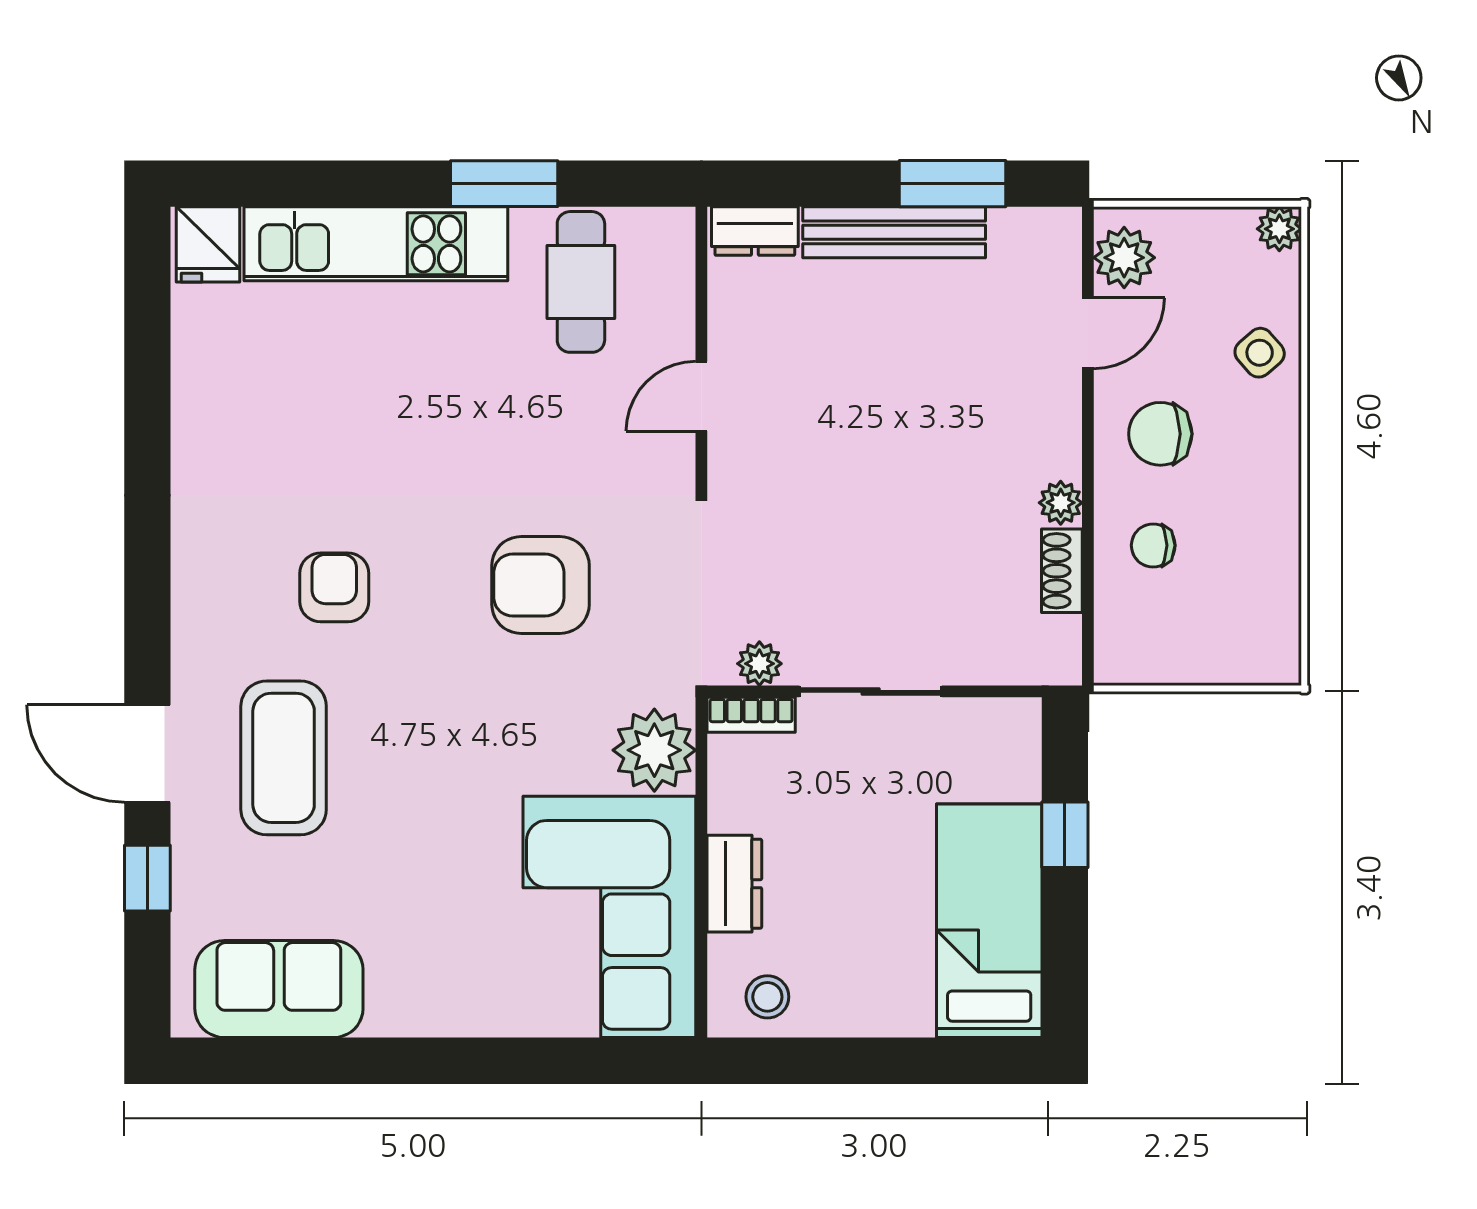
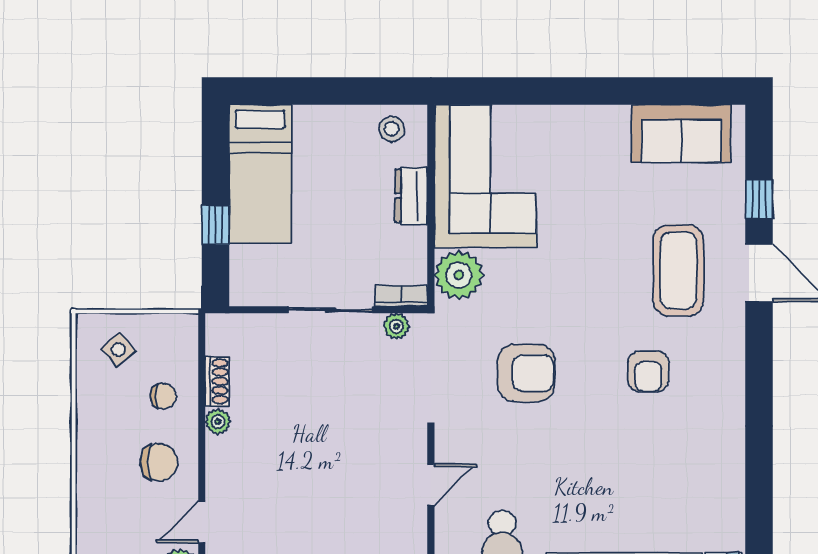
side table: (1260, 353) -> (118, 350), moved

